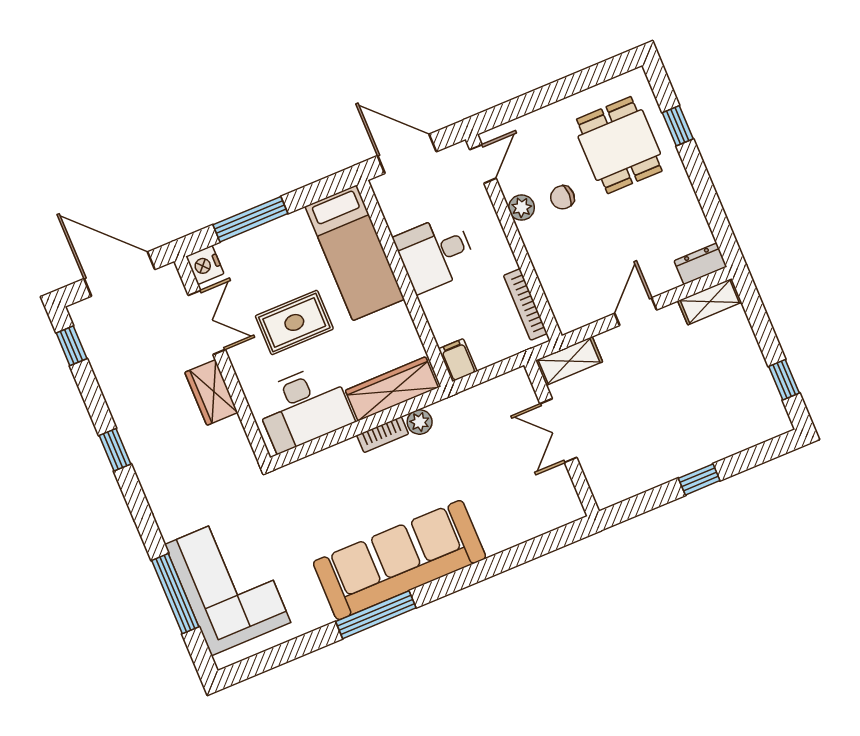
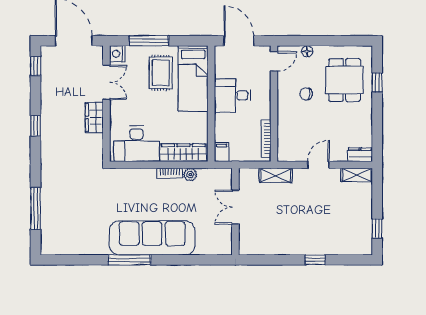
floor lamp: (533, 122) -> (307, 51), added
plant: (522, 208) -> (284, 91), removed
rug: (294, 322) -> (161, 73), moved, turned 90
double door: (558, 431) -> (235, 207), moved
wall: (561, 438) -> (235, 212), moved
corner sofa: (228, 583) -> (63, 214), removed

